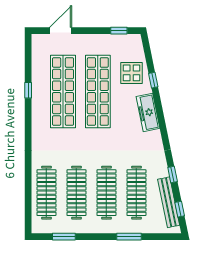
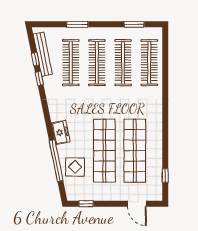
door: (61, 31) -> (137, 204), hinge flipped
window: (153, 80) -> (56, 161), width x3.17
window: (28, 90) -> (165, 176), moved
freezer: (148, 112) -> (61, 132), width x0.71
window: (180, 209) -> (35, 59), moved

